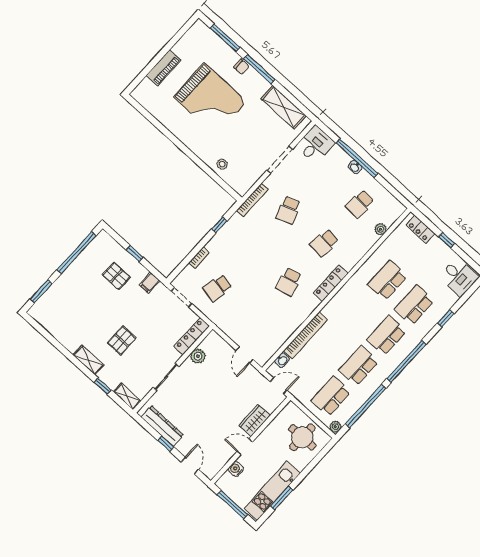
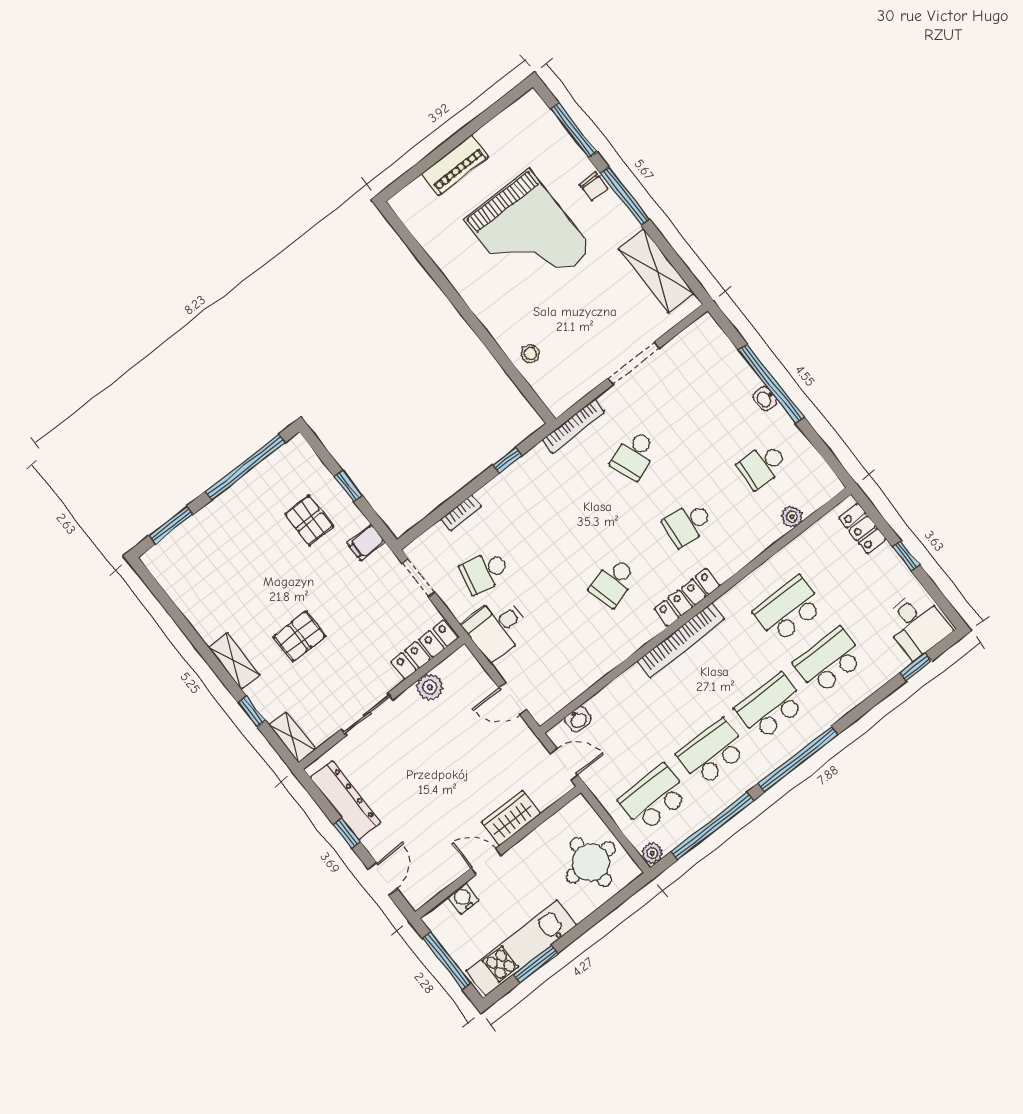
desk: (315, 145) -> (497, 628), moved, turned 180
window: (446, 318) -> (916, 667), moved
bookcase: (306, 335) -> (681, 640), moved
door: (245, 355) -> (513, 699), hinge flipped

